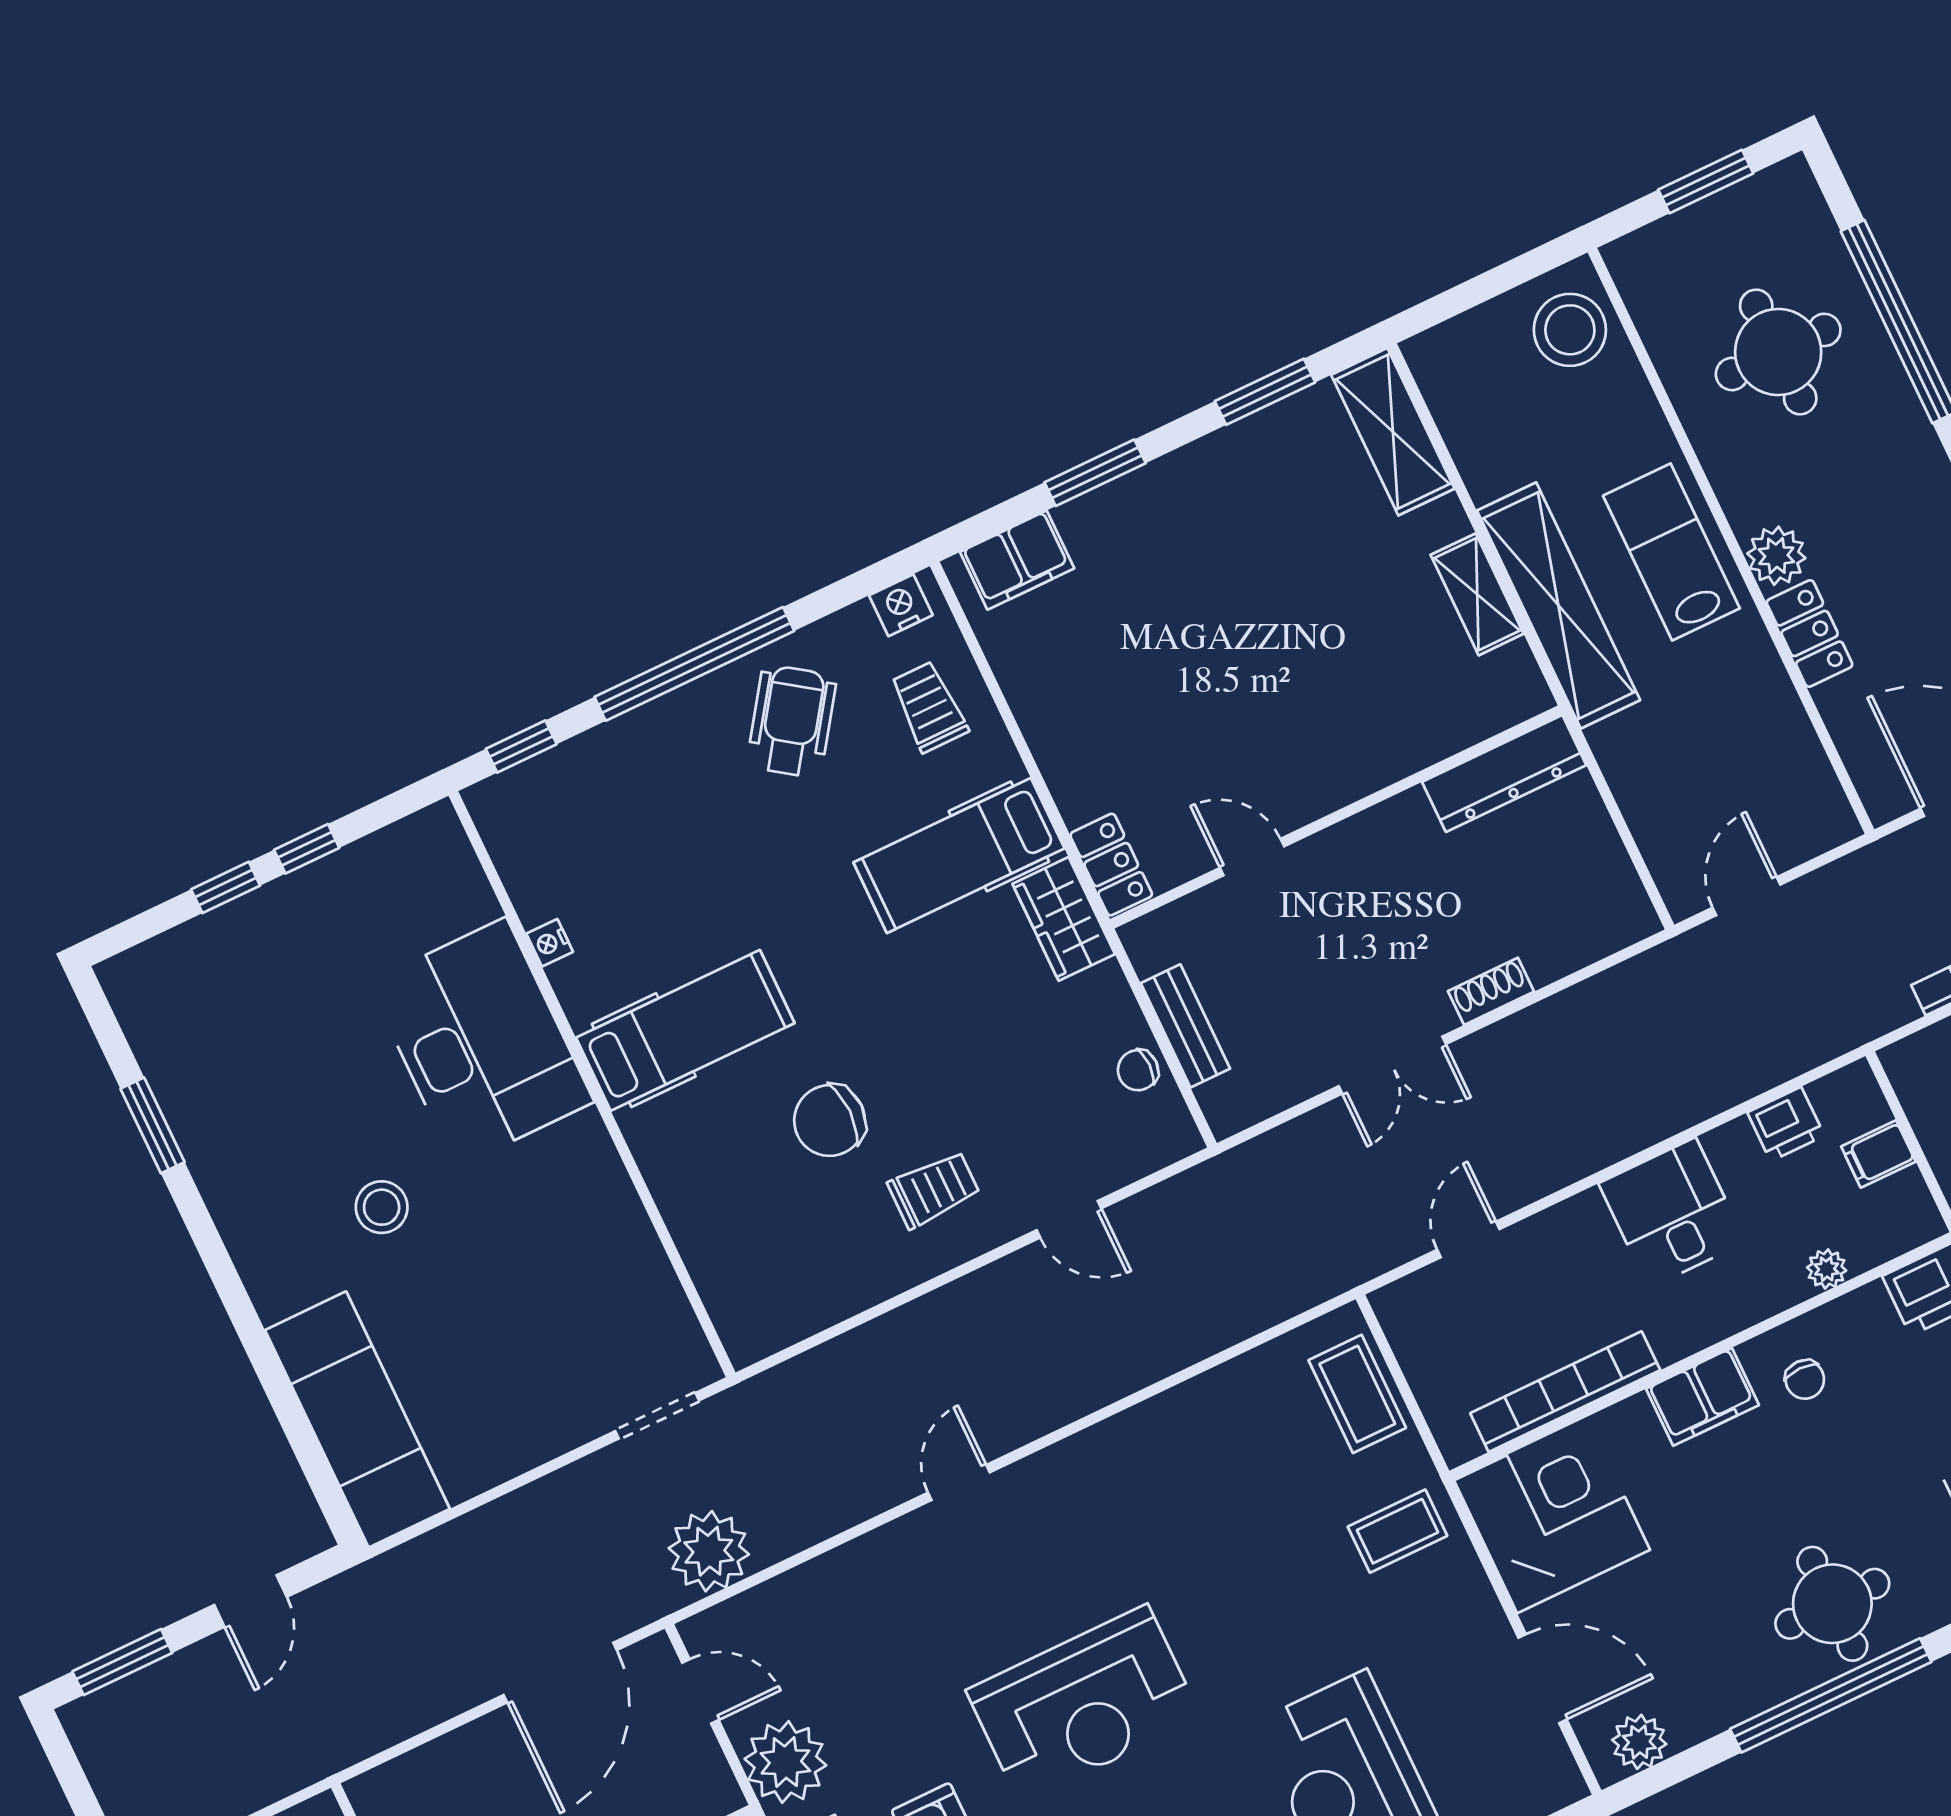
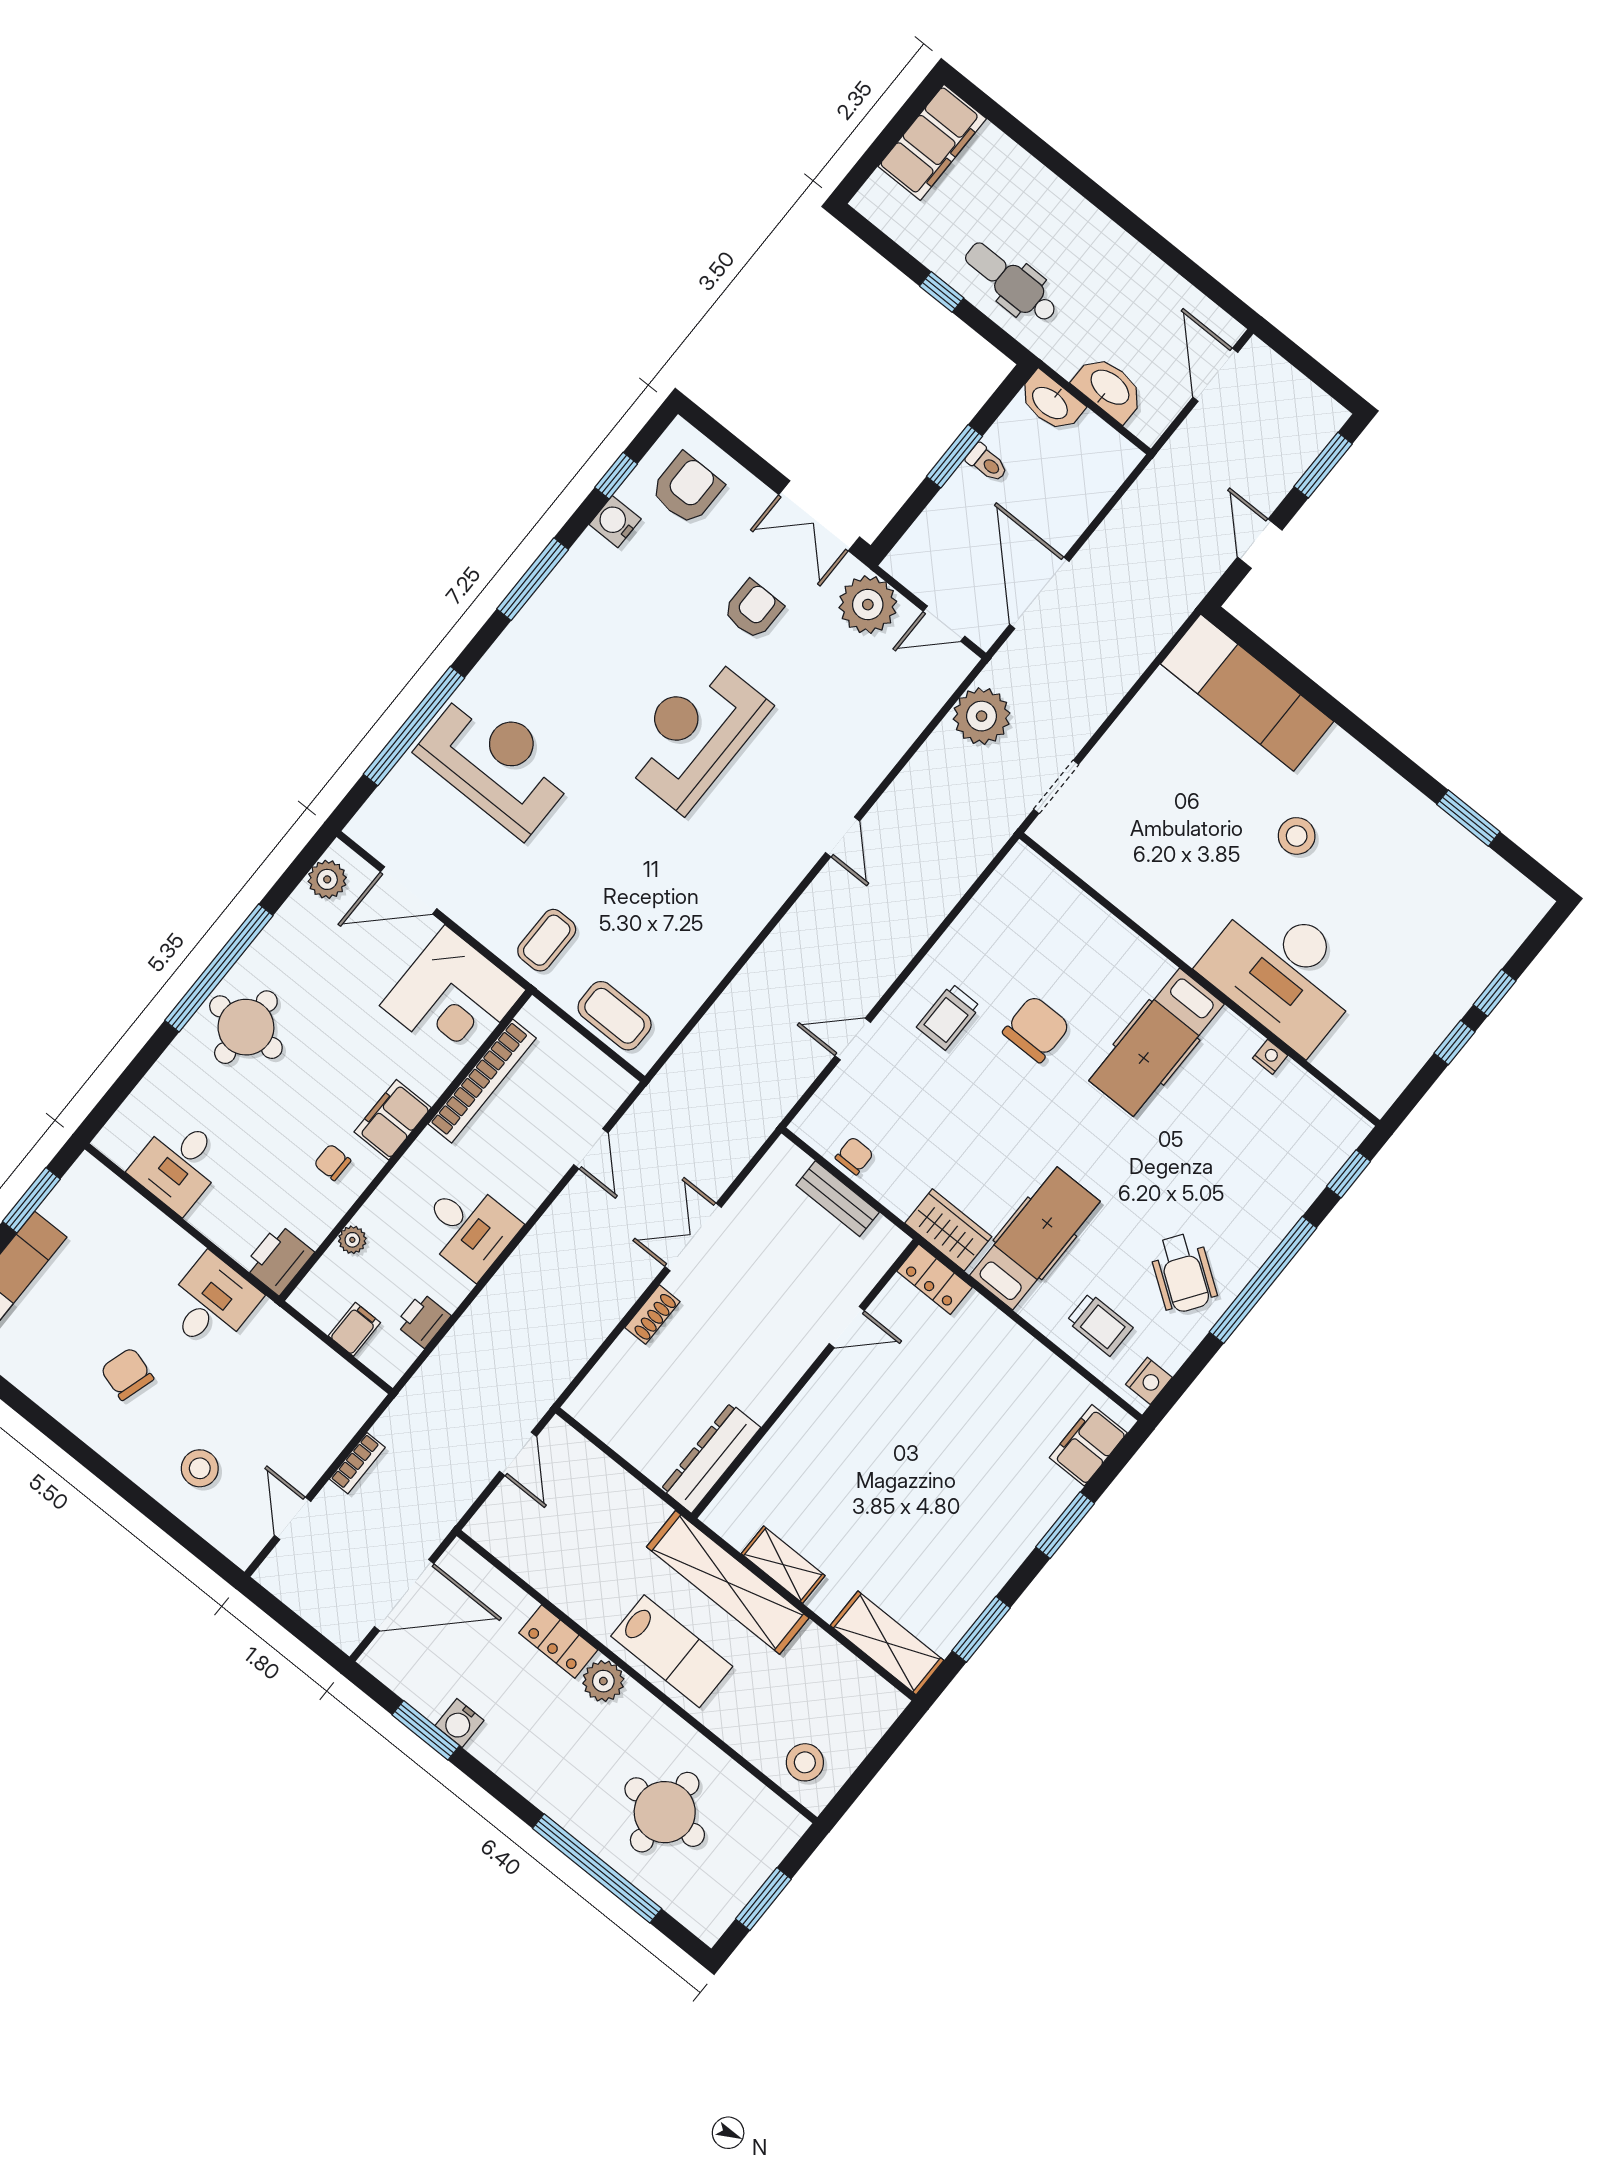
stool: (1570, 330) -> (805, 1762), width x0.73, depth x0.73

